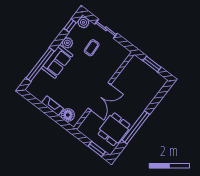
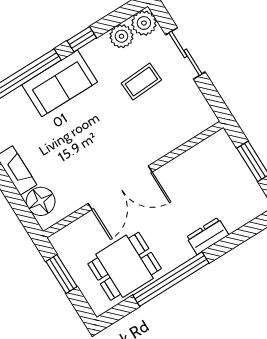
window: (70, 25) -> (82, 39), moved
plant: (67, 43) -> (121, 36), moved
dresser: (145, 103) -> (208, 236), added
window: (97, 149) -> (62, 274), moved

